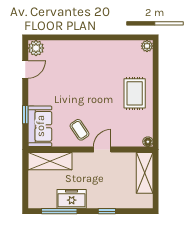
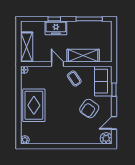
armchair: (59, 89) -> (89, 109), added
rug: (135, 93) -> (34, 105), width x1.36, depth x1.43
door: (102, 149) -> (58, 64), swing flipped
shelving: (50, 161) -> (83, 56), moved
freezer: (72, 199) -> (56, 28), moved

